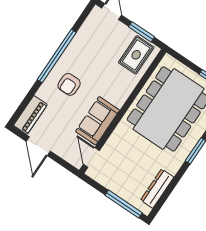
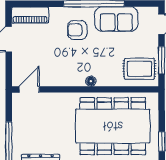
floor lamp: (119, 102) -> (91, 81), added
sofa: (98, 121) -> (116, 19), moved, turned 180

